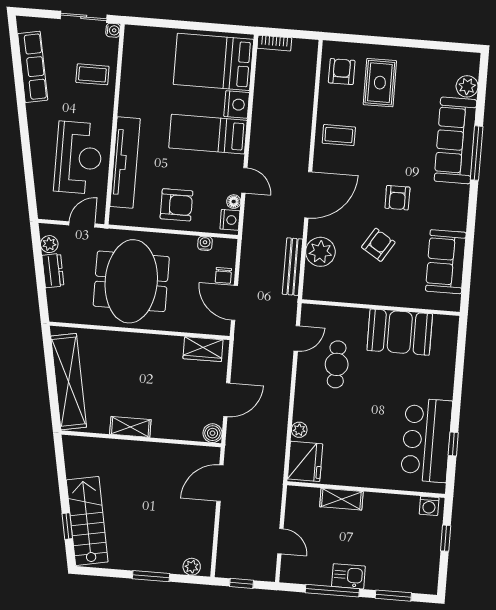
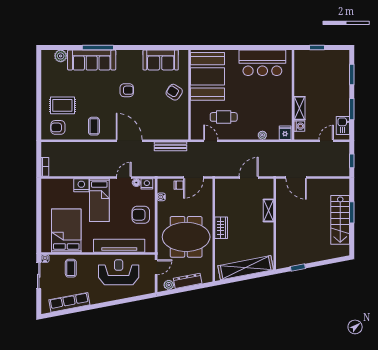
bed: (213, 62) -> (66, 231), moved, turned 180
armchair: (176, 205) -> (141, 215), turned -90
door: (82, 224) -> (156, 267), swing flipped
armchair: (378, 245) -> (174, 92), moved
plant: (320, 252) -> (161, 131), removed
dresser: (53, 271) -> (188, 281), width x1.44
booth: (400, 332) -> (208, 76), width x1.36, depth x1.42
wardrobe: (203, 349) -> (221, 228), moved
door: (227, 400) -> (249, 178), hinge flipped
shelving: (130, 427) -> (268, 210), moved
boiler: (212, 433) -> (268, 184), removed
window: (453, 444) -> (263, 47), removed
fridge: (305, 461) -> (285, 133), width x0.53, depth x0.75
washing machine: (429, 506) -> (299, 126), moved
stairs: (87, 521) -> (340, 220), moved, turned -79
window: (67, 526) -> (298, 267), moved
plant: (192, 567) -> (345, 190), removed
kitchen sink: (348, 576) -> (343, 125), moved
window: (332, 591) -> (352, 109), width x0.69

